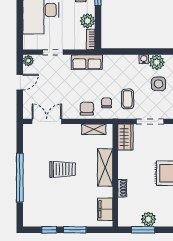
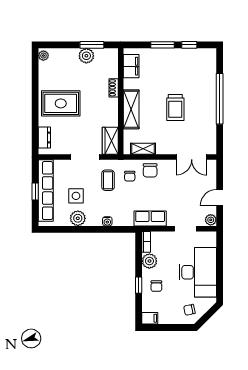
water cooler: (144, 59) -> (107, 221), moved
trolley: (63, 169) -> (175, 107), turned -90

